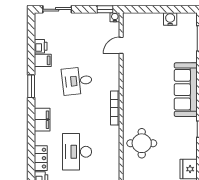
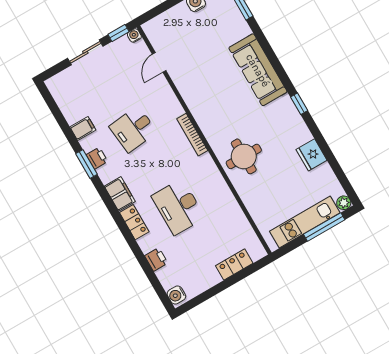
sliding door: (57, 9) -> (85, 52), moved
printer: (41, 46) -> (97, 158), moved
locker: (41, 158) -> (134, 222), moved

